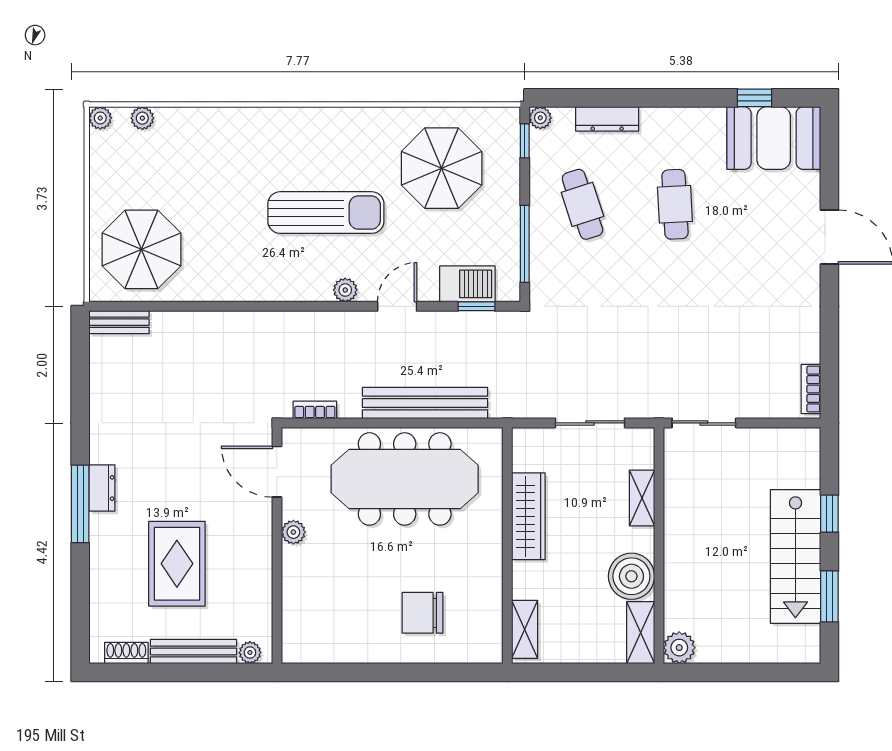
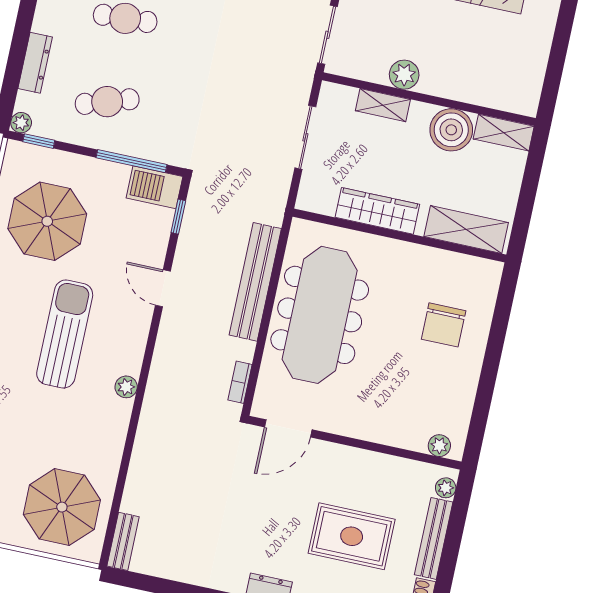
barbecue: (467, 284) -> (155, 187), moved, turned -90
plant: (345, 290) -> (126, 387), moved
plant: (293, 532) -> (439, 446), moved
shelving: (525, 629) -> (466, 230), width x1.50, depth x1.33
plant: (679, 648) -> (404, 75), moved

